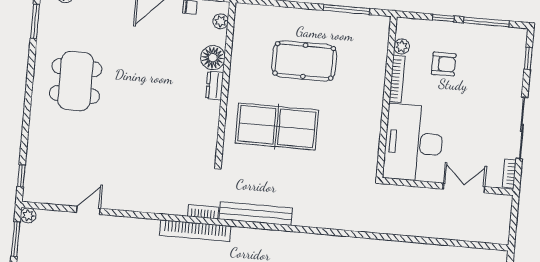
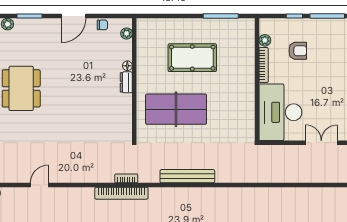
floor lamp: (213, 58) -> (127, 66), width x0.53, depth x0.53
bench: (256, 214) -> (187, 176), moved

